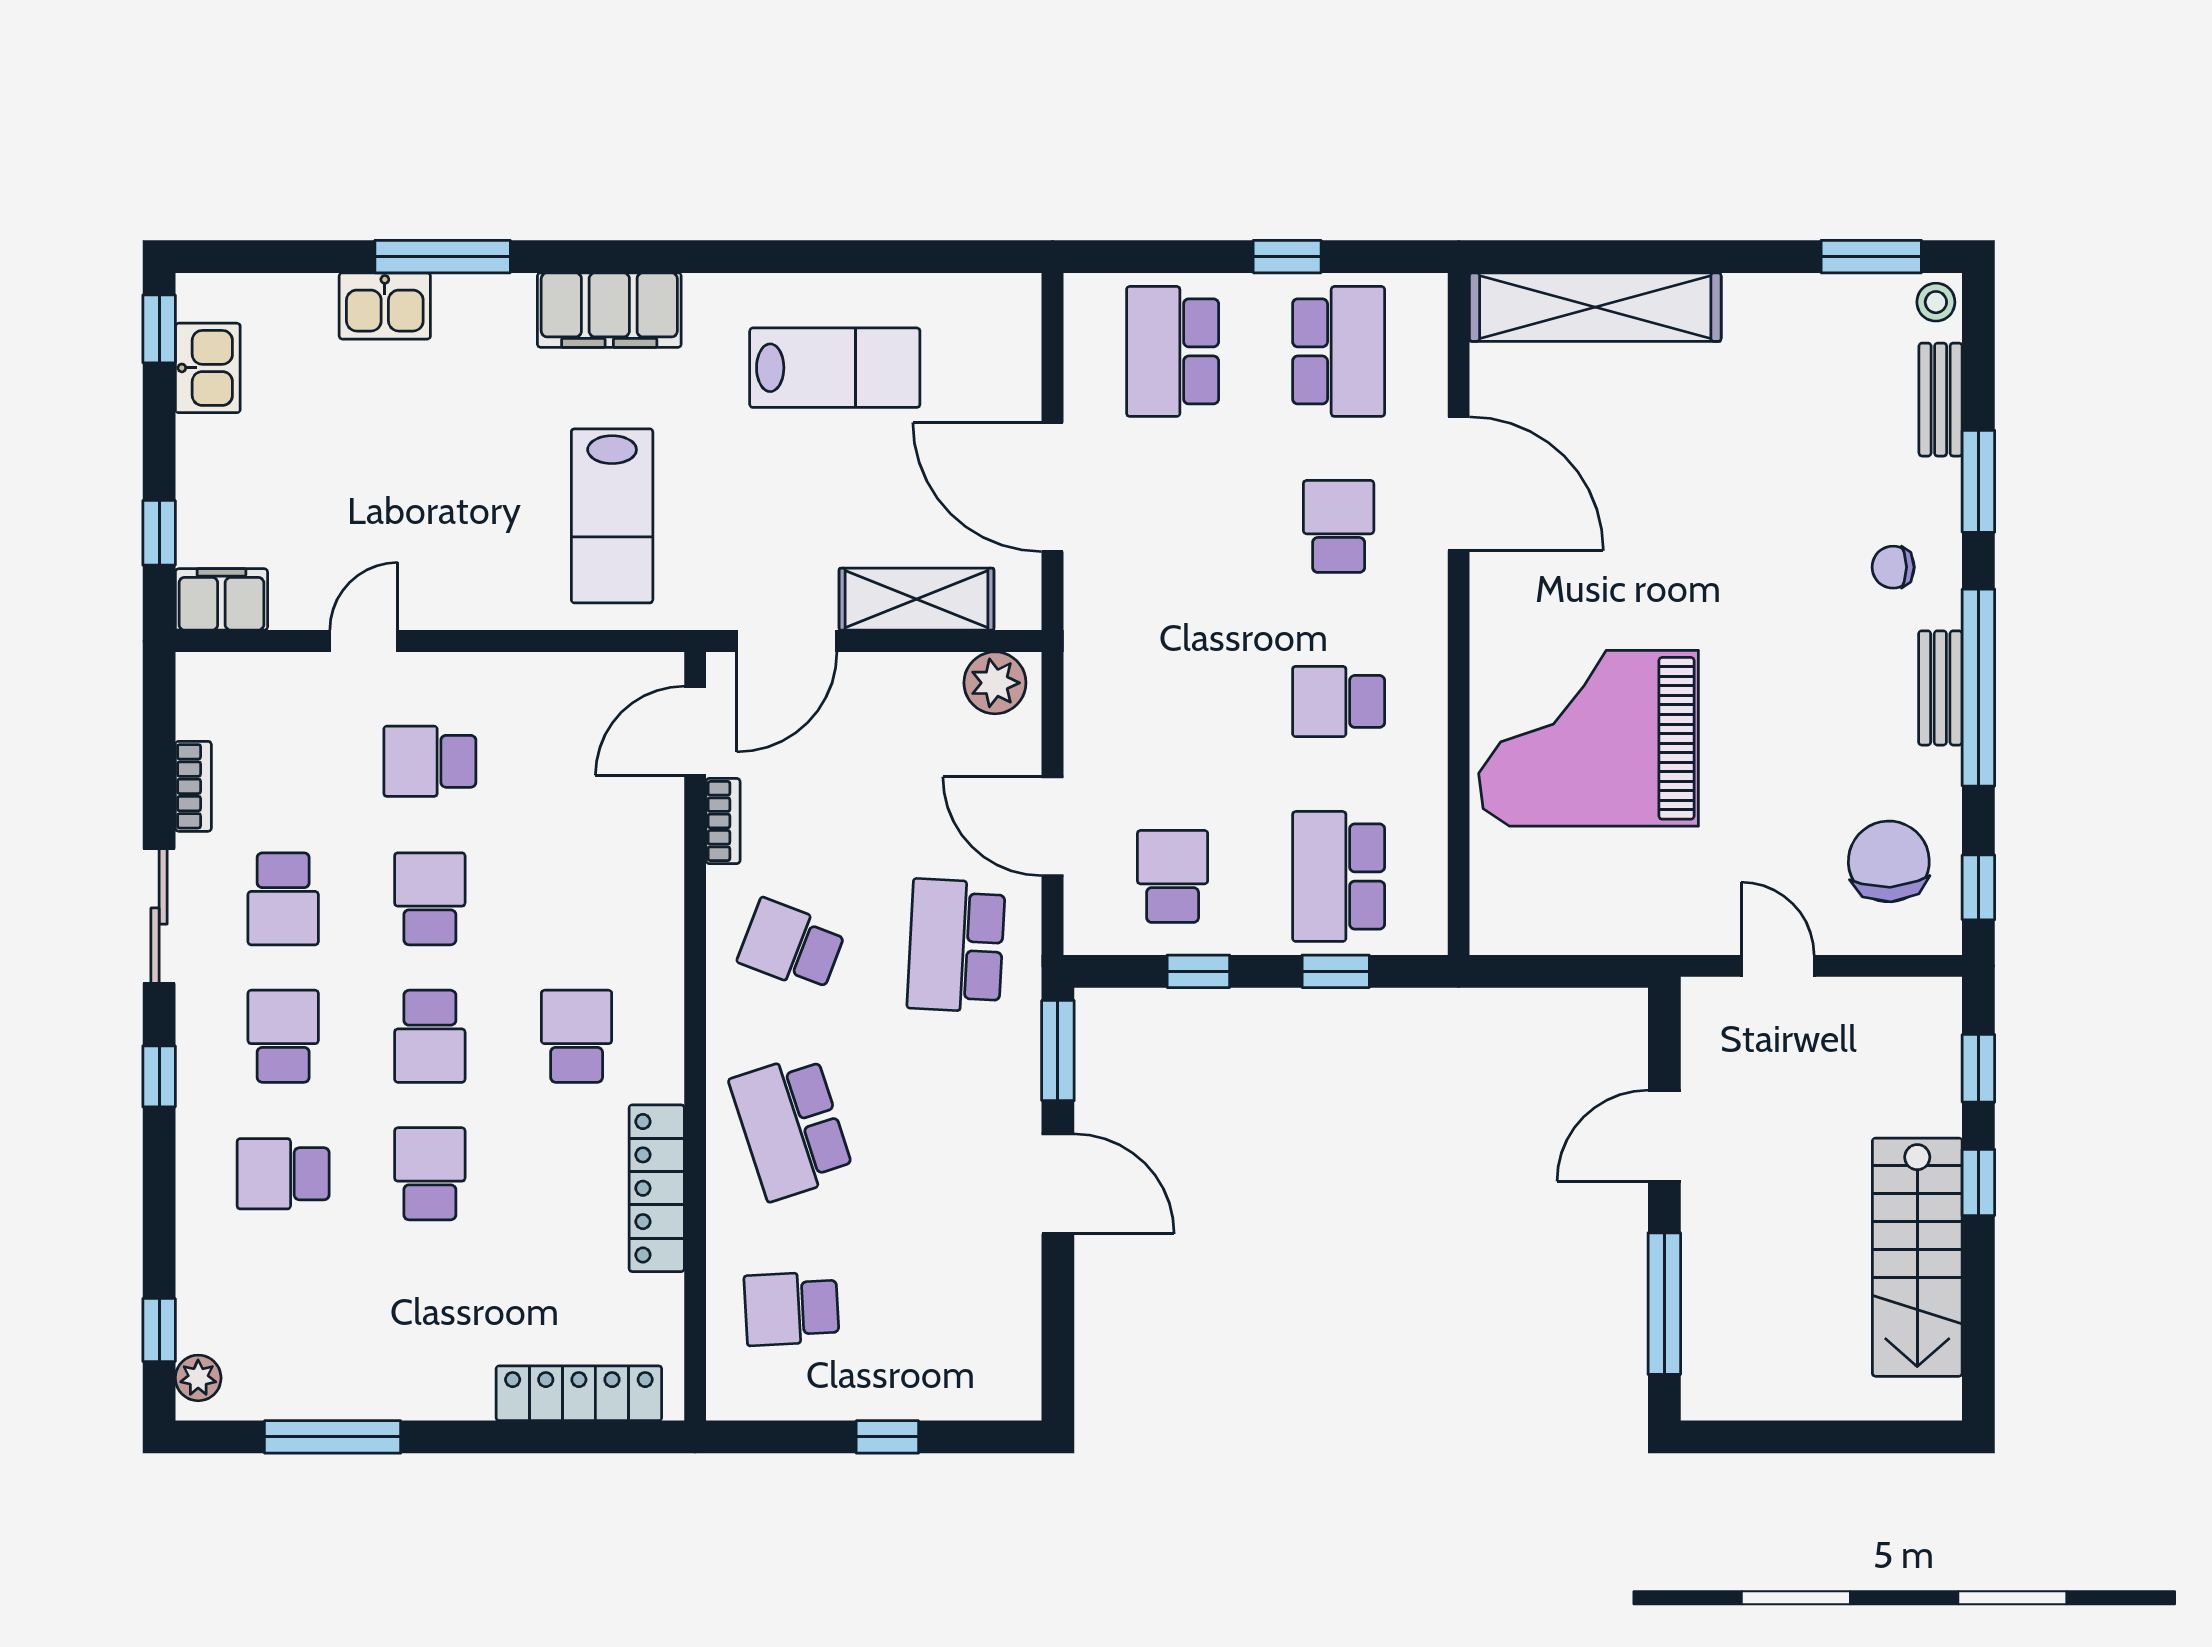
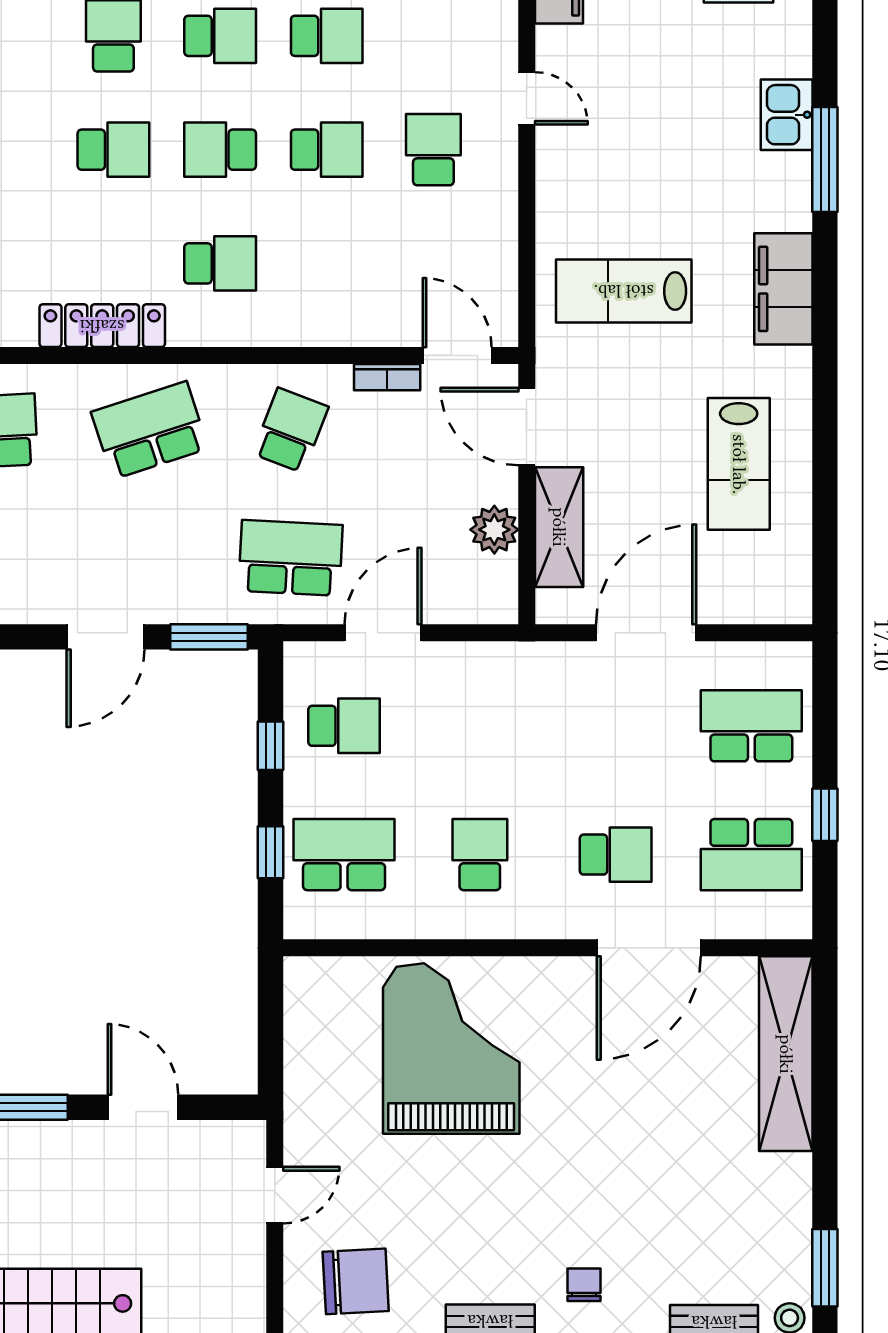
plant: (995, 683) -> (494, 530), moved
school desk: (283, 899) -> (327, 36), turned 180

